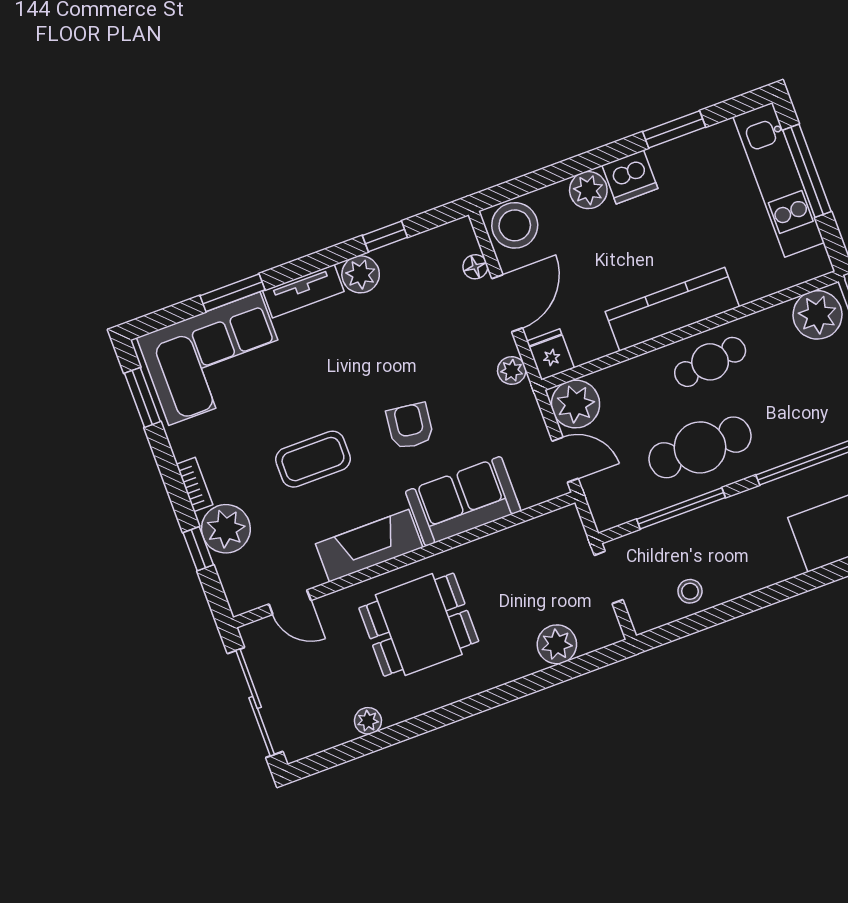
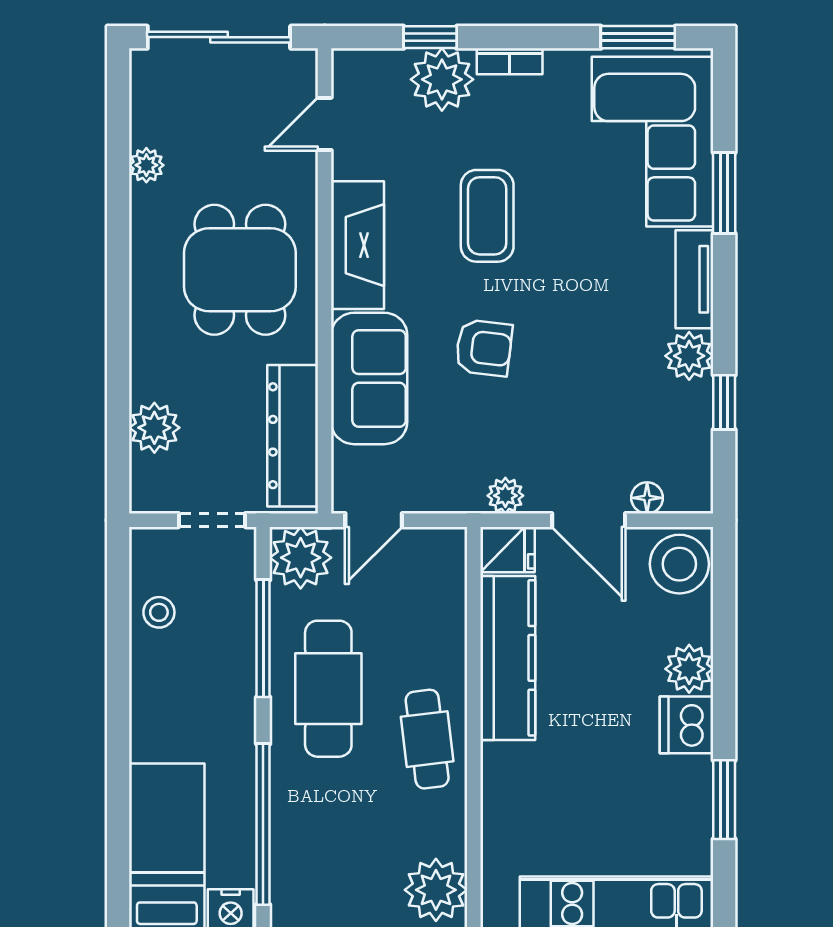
kitchen counter: (672, 309) -> (508, 658), moved
plant: (576, 404) -> (301, 558), moved
dresser: (525, 541) -> (293, 436), added

